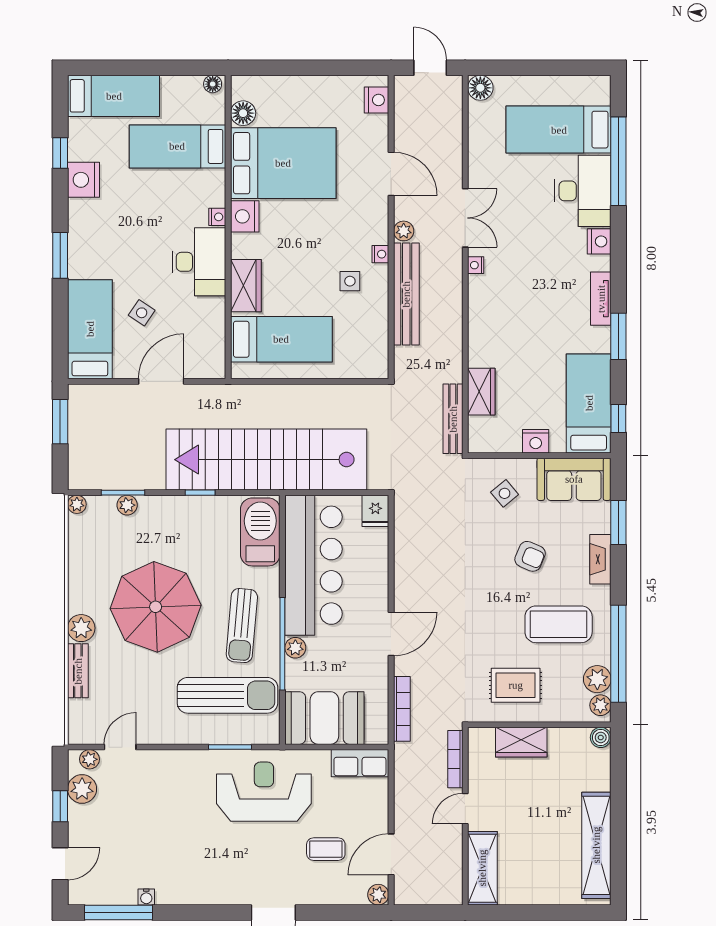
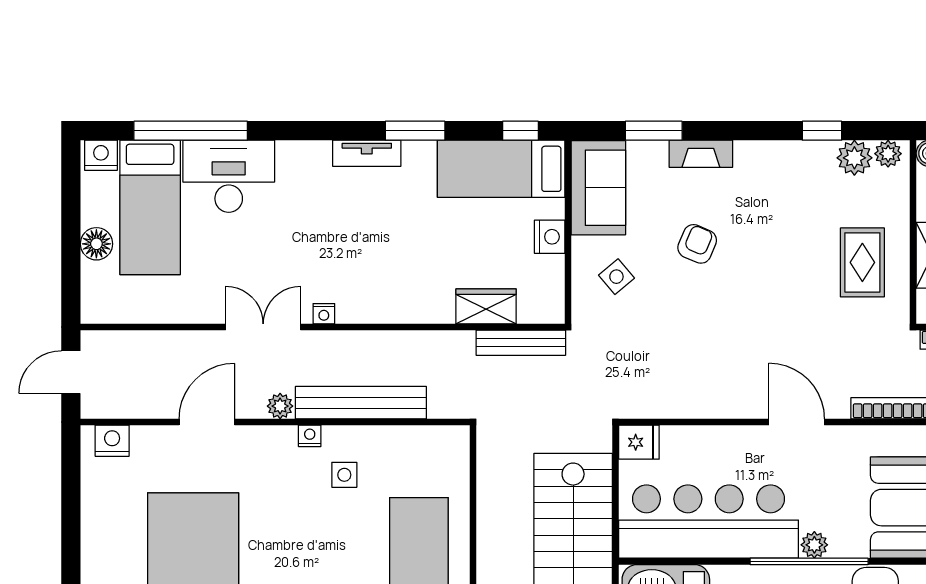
floor lamp: (480, 88) -> (96, 244), moved
nightstand: (599, 241) -> (101, 155), moved
coffee table: (559, 624) -> (784, 207), removed
window: (618, 654) -> (822, 131), width x0.32

